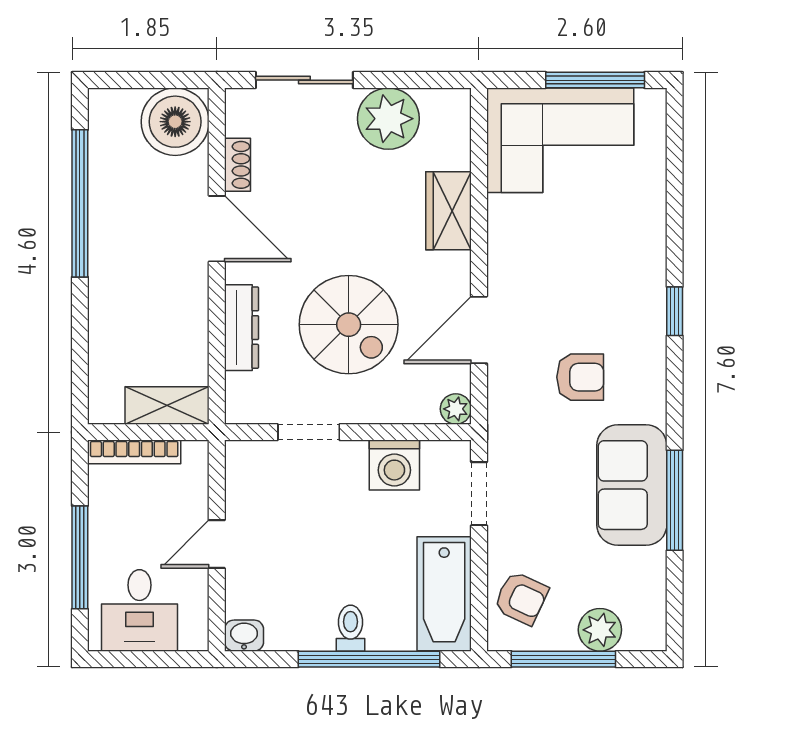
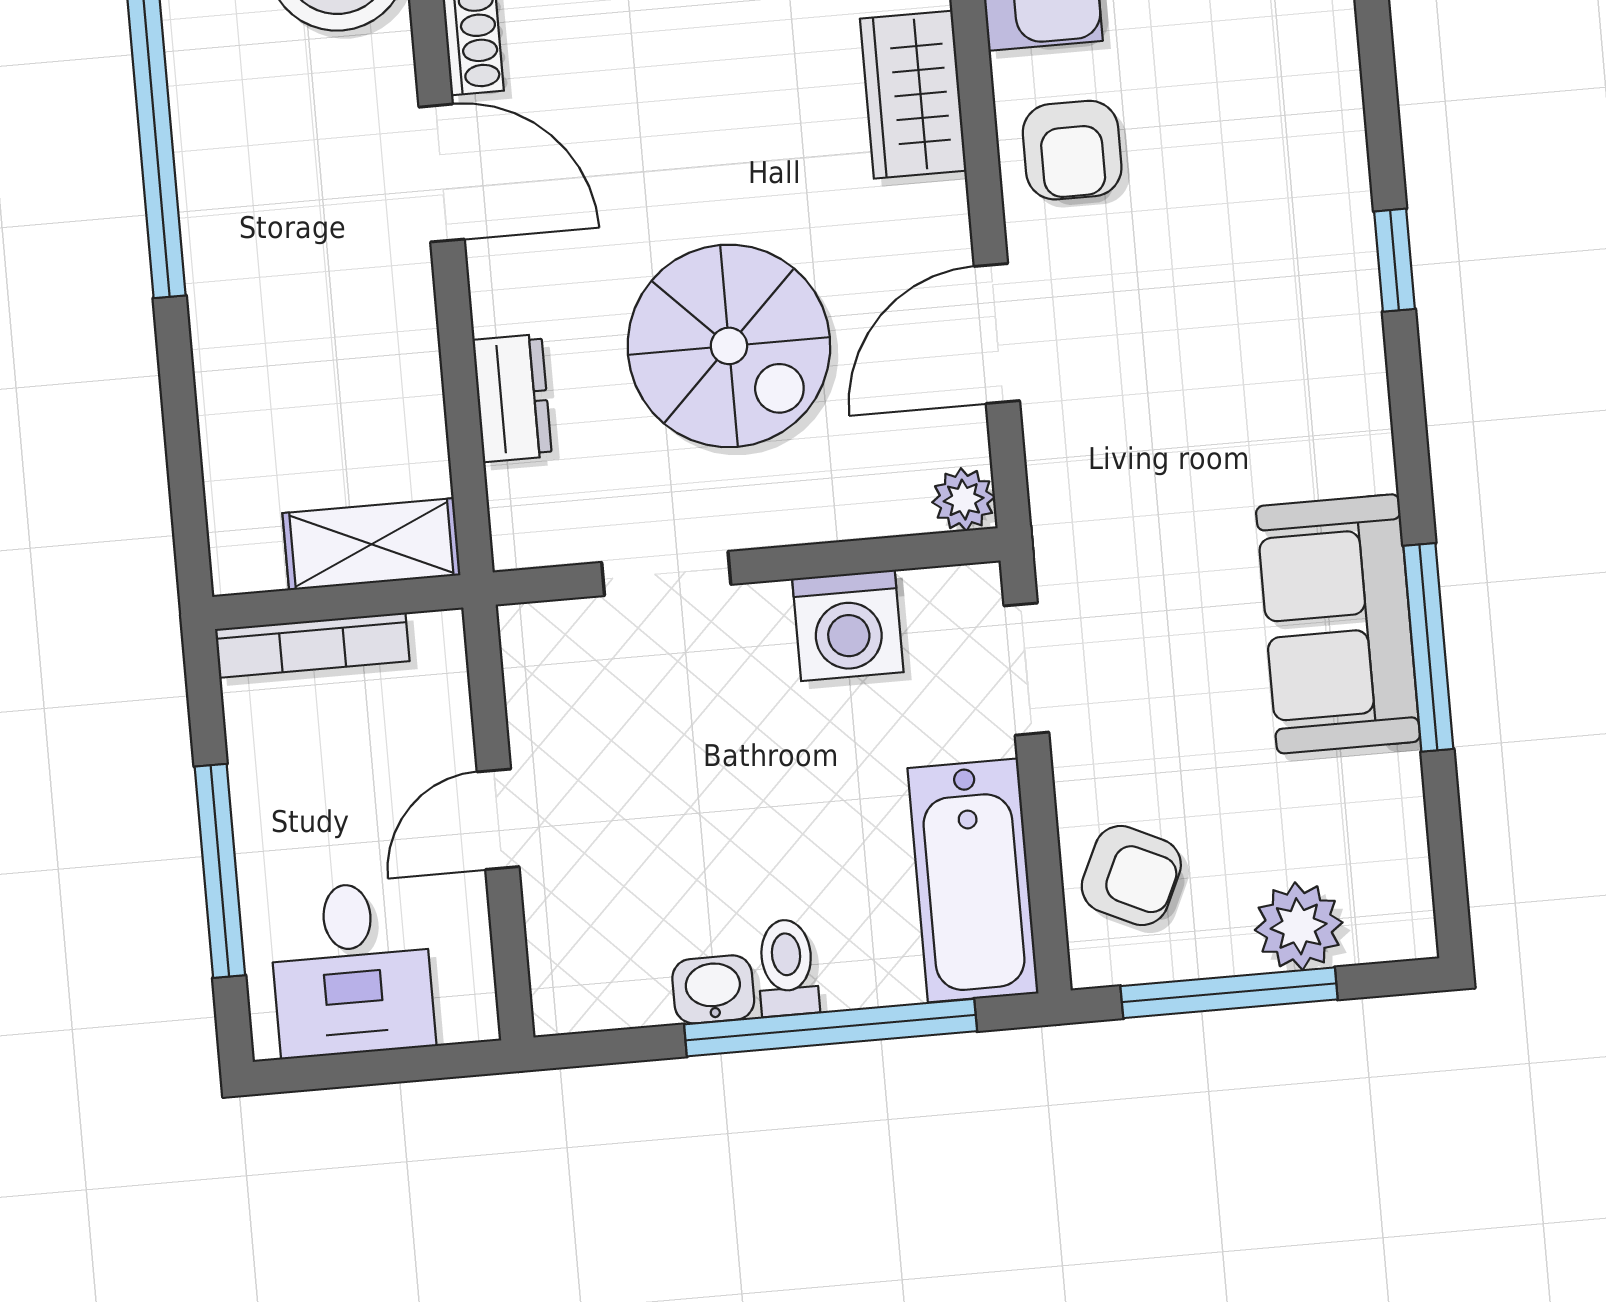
dresser: (241, 328) -> (512, 398), width x0.70
armchair: (580, 377) -> (1072, 150), moved, turned 90
washbasin: (244, 636) -> (713, 989), moved

